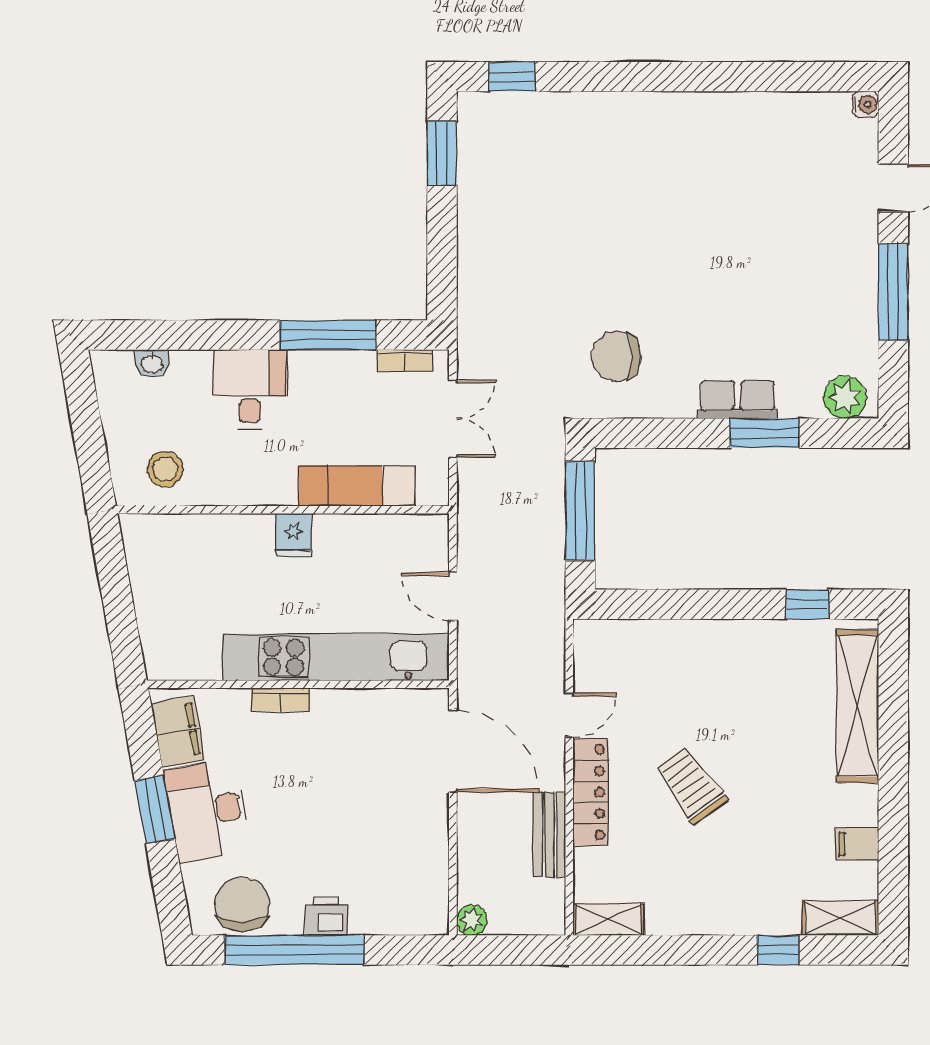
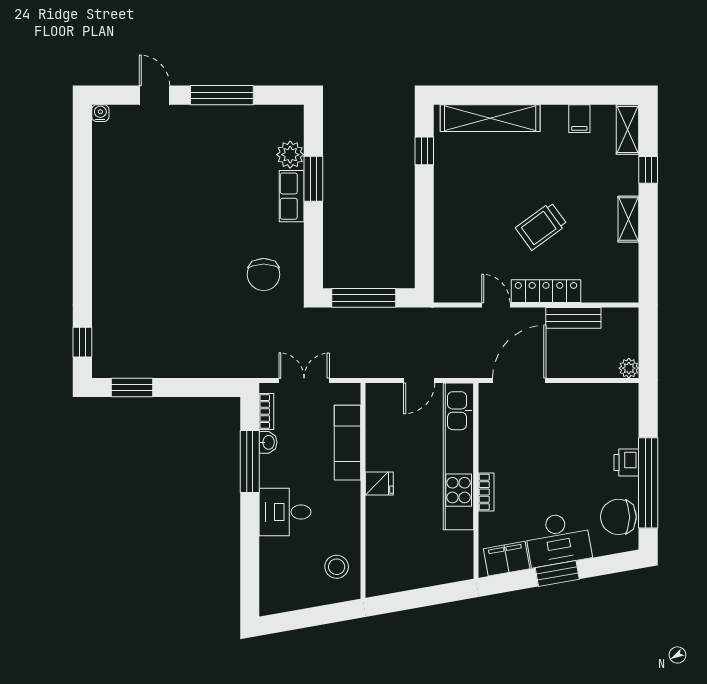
washbasin: (152, 363) -> (268, 442), moved
plant: (845, 397) -> (290, 155), moved
shelving: (608, 919) -> (628, 219), moved

